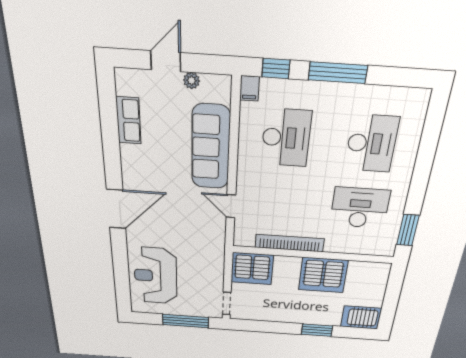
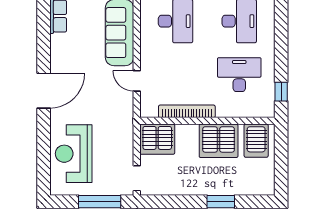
window: (408, 230) -> (281, 92), width x0.67
server rack: (361, 317) -> (256, 141), moved, turned -90

